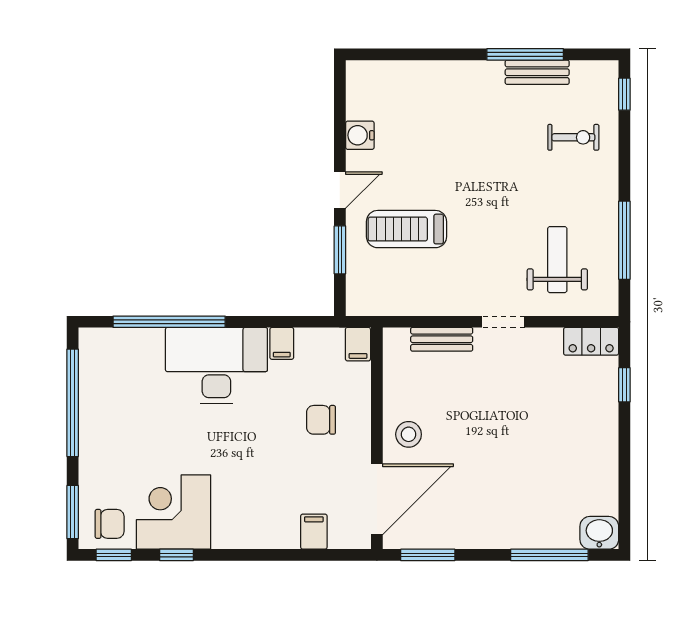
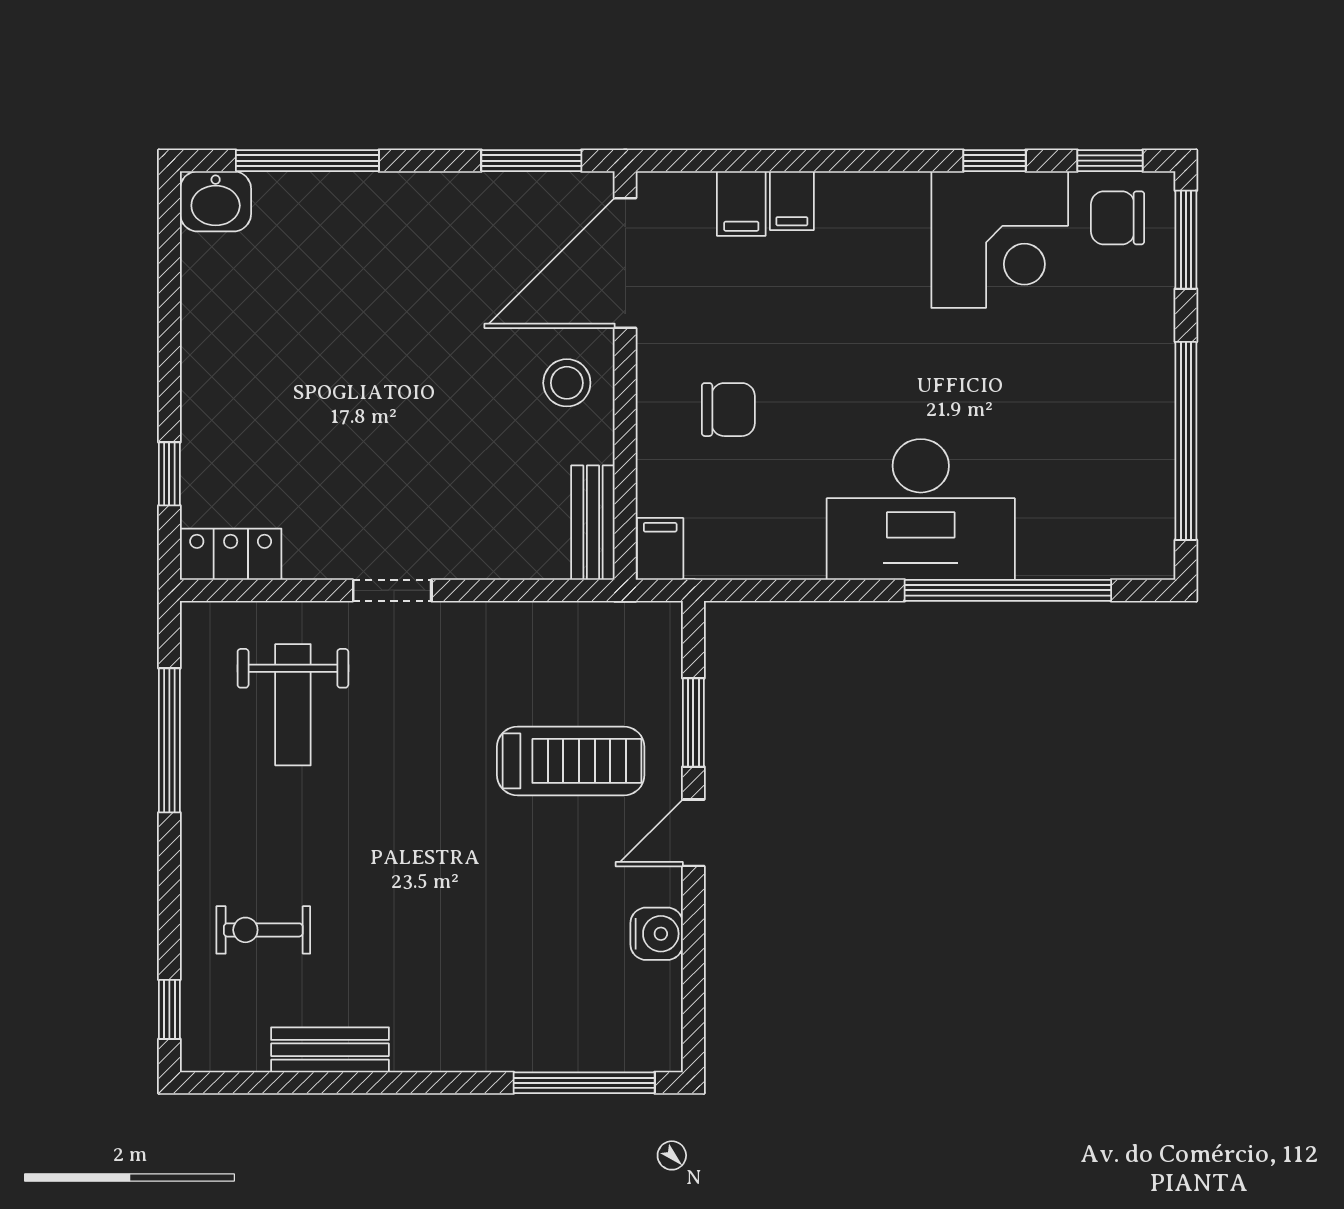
window: (525, 54) -> (584, 1083), moved
bench: (442, 339) -> (593, 523), moved, turned 90
filing cabinet: (282, 343) -> (792, 201), moved, turned 180

